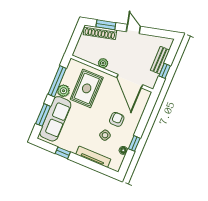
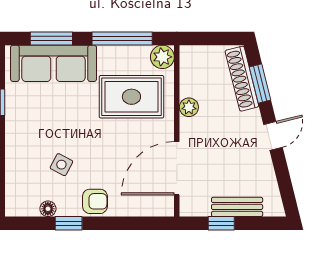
plant: (63, 91) -> (162, 57), moved
armchair: (117, 119) -> (95, 201), moved
tv unit: (93, 157) -> (14, 160), removed

